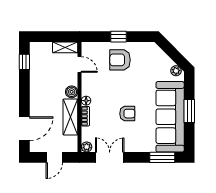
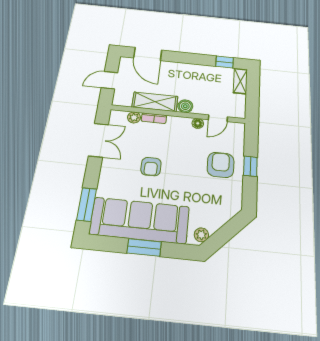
shelving: (65, 47) -> (240, 81), moved
floor lamp: (86, 101) -> (198, 123), moved
plant: (87, 147) -> (134, 117), moved
door: (54, 157) -> (109, 80), hinge flipped

